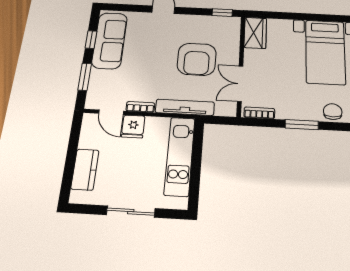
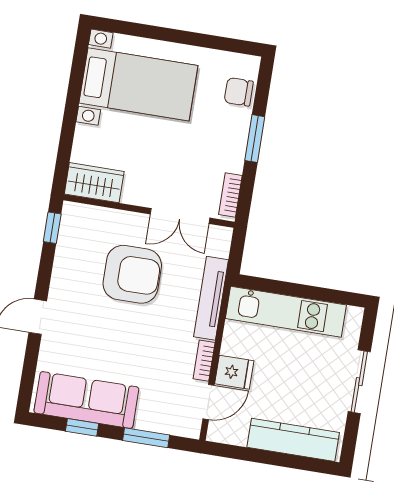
kitchen counter: (85, 170) -> (293, 440), width x1.50

